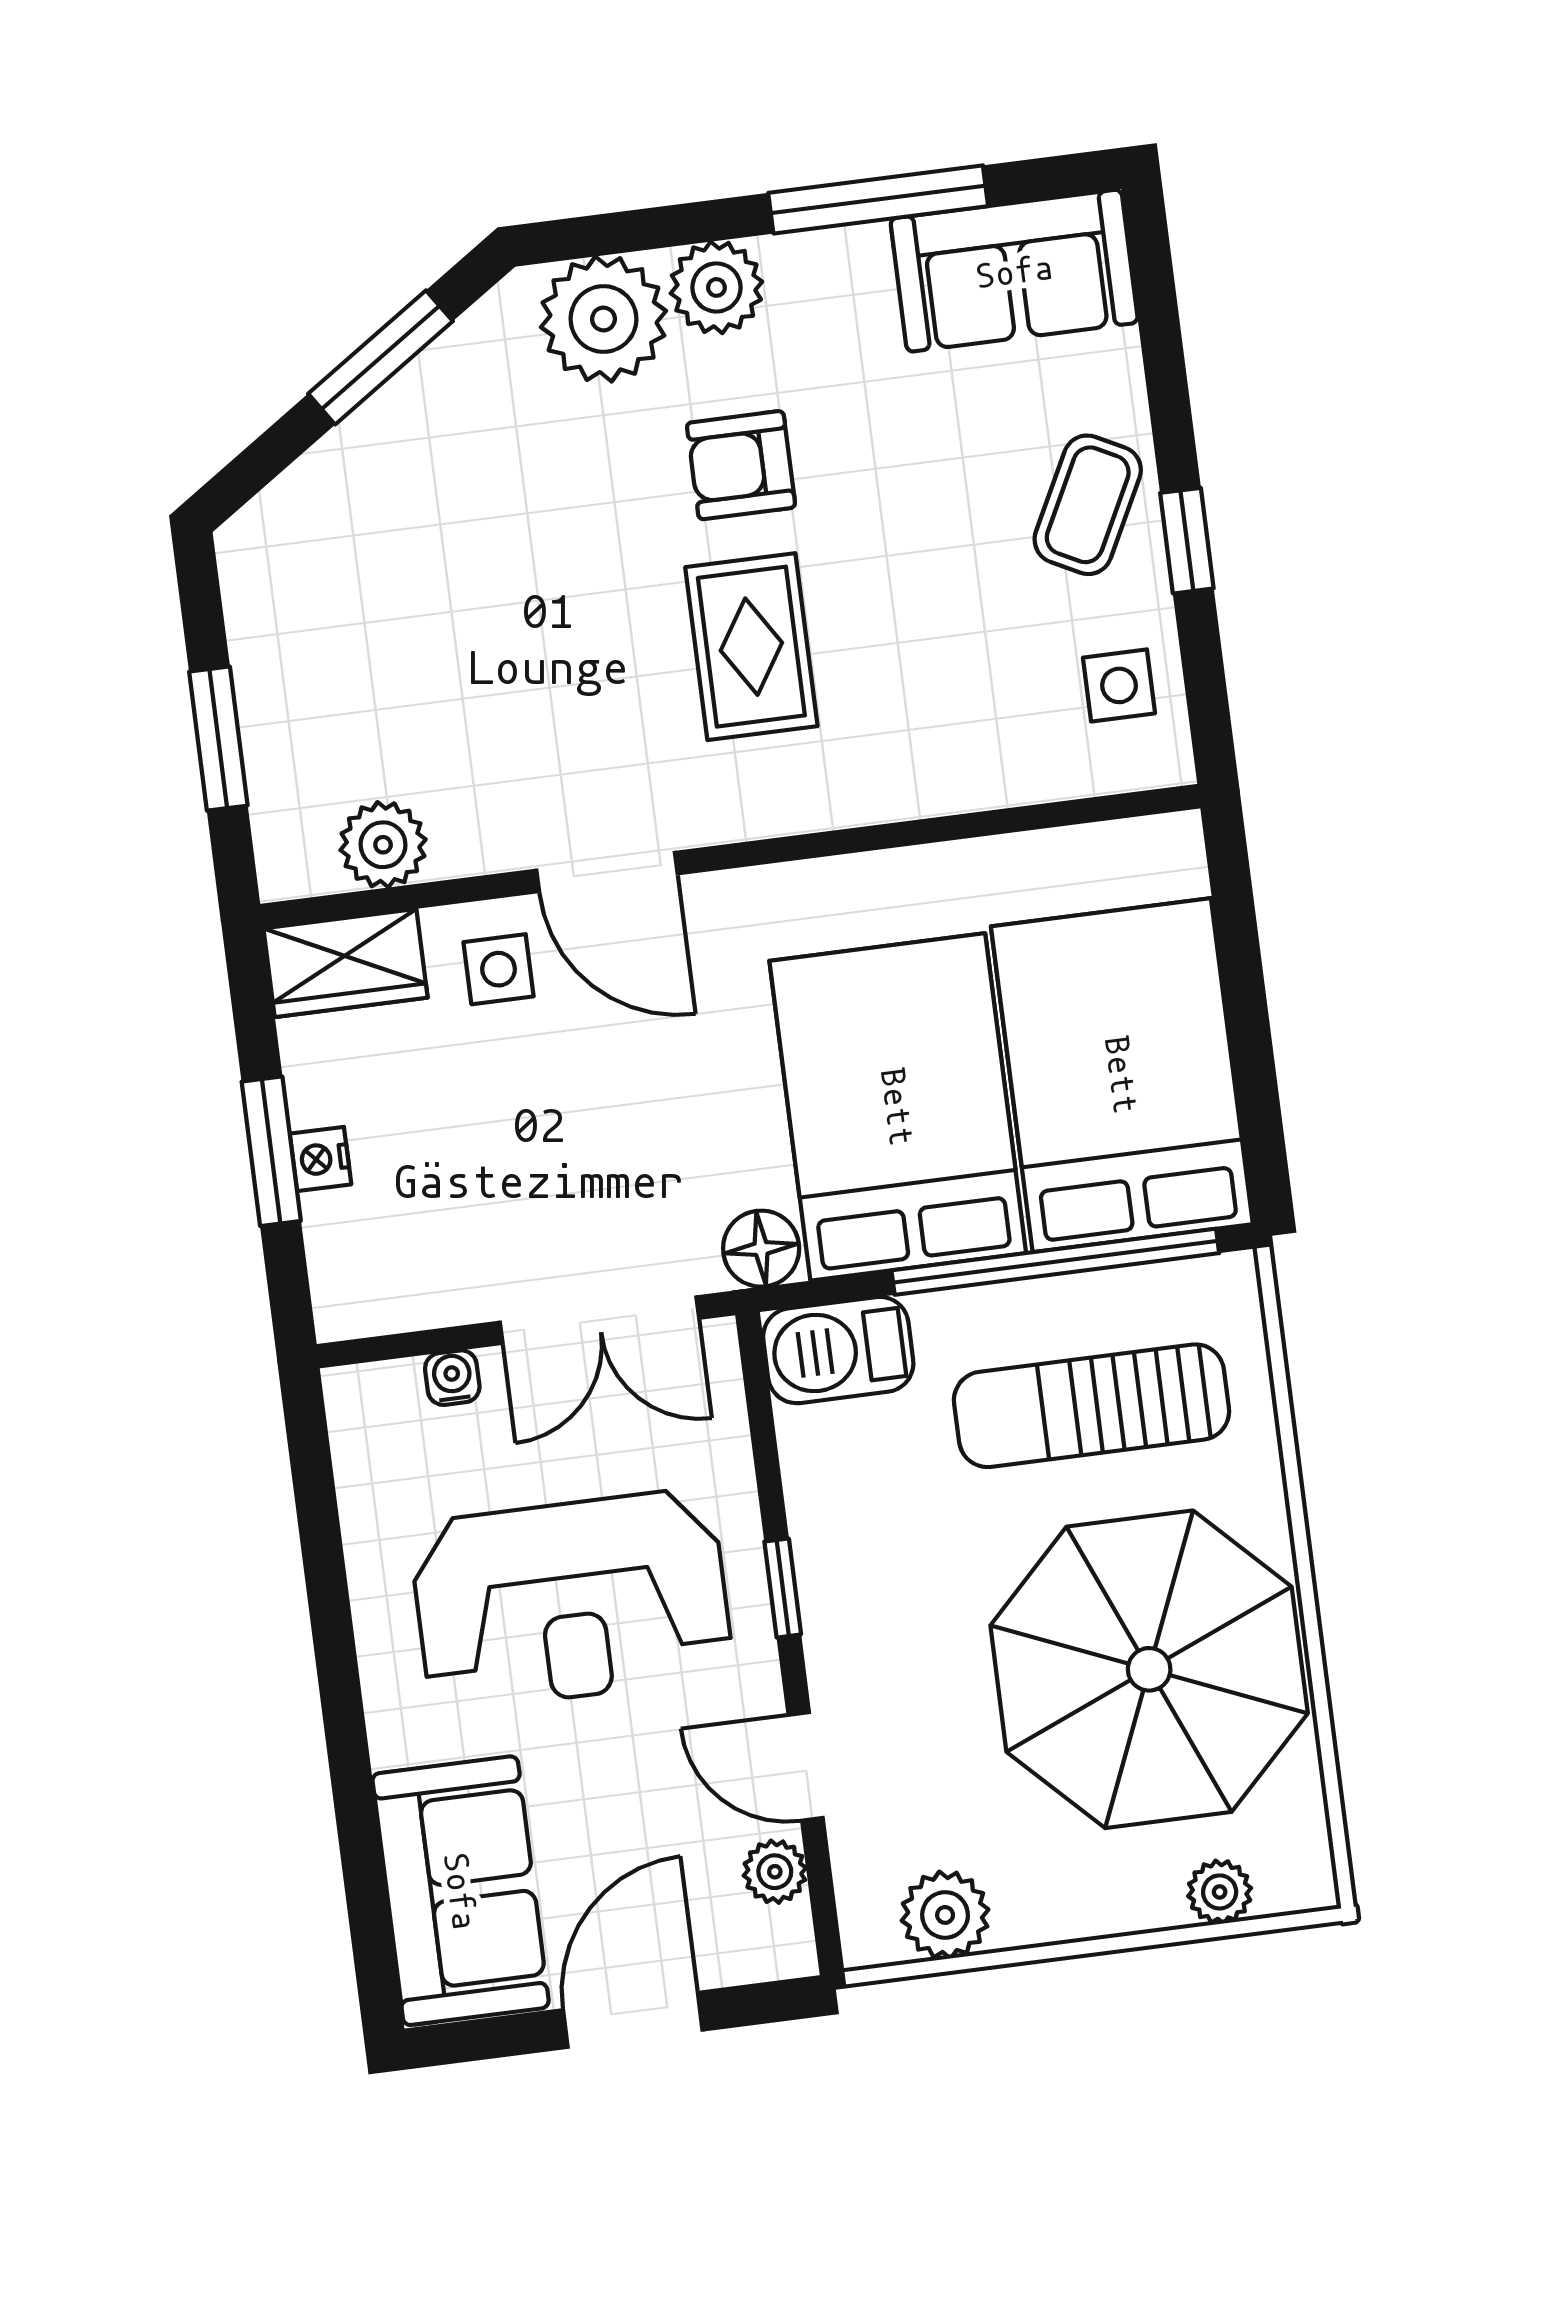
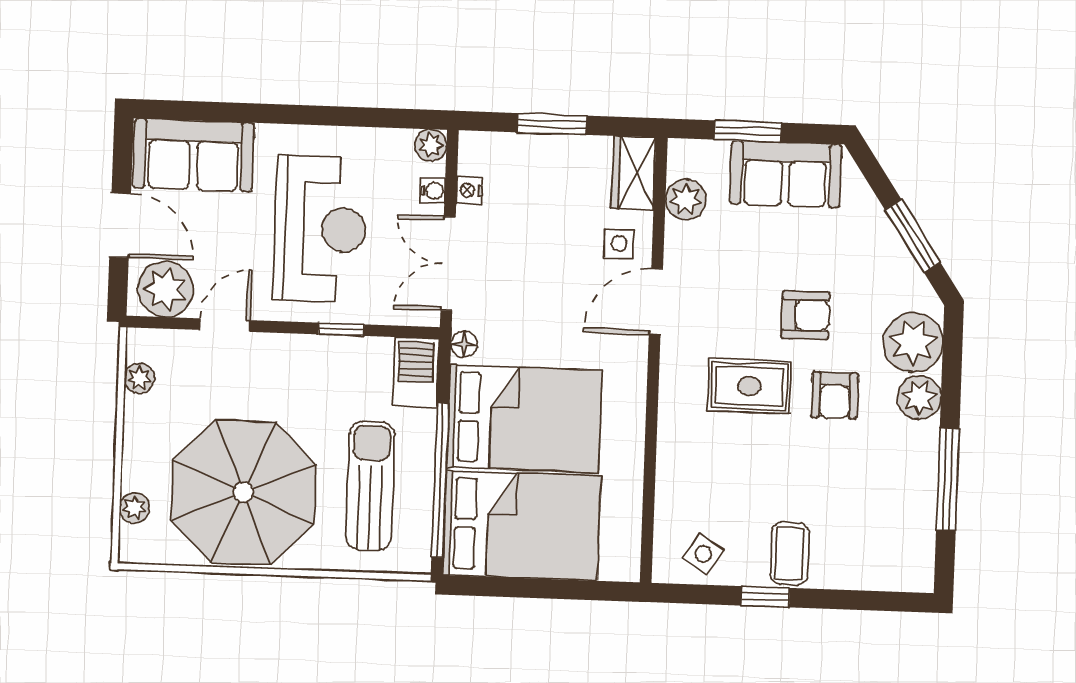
sofa: (1014, 271) -> (786, 174), moved, turned -90
armchair: (741, 465) -> (835, 395), turned 180
coffee table: (1088, 505) -> (790, 553), turned 63
armchair: (583, 554) -> (805, 315), added
side table: (1119, 685) -> (703, 554), turned 33
nightstand: (320, 1159) -> (469, 190), moved, turned -90
floor lamp: (761, 1249) -> (464, 344), width x0.73, depth x0.73
plant: (357, 1397) -> (431, 145), added
window: (783, 1588) -> (341, 329), moved
reception desk: (571, 1600) -> (320, 229), turned 180
plant: (775, 1872) -> (166, 289), width x1.87, depth x1.87
plant: (945, 1915) -> (139, 378), width x0.73, depth x0.73

